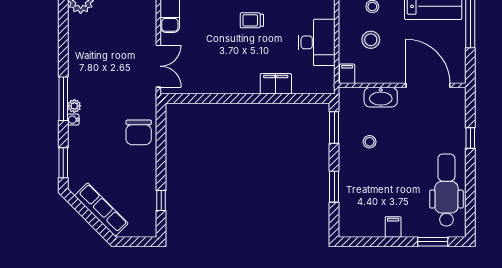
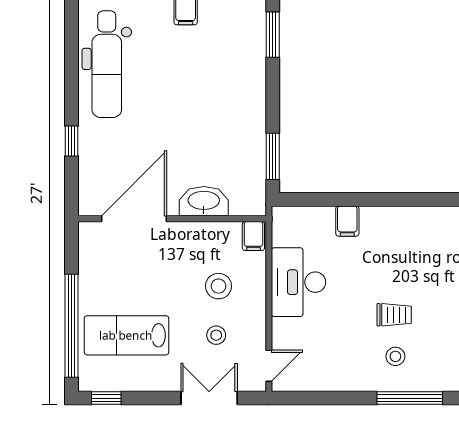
filing cabinet: (276, 84) -> (347, 221), width x0.50
door: (428, 85) -> (134, 219), swing flipped
stool: (370, 142) -> (220, 135), removed
window: (334, 187) -> (273, 35), moved

